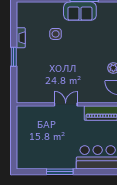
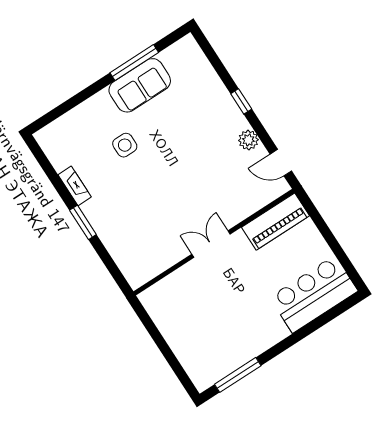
window: (60, 172) -> (238, 375), moved

